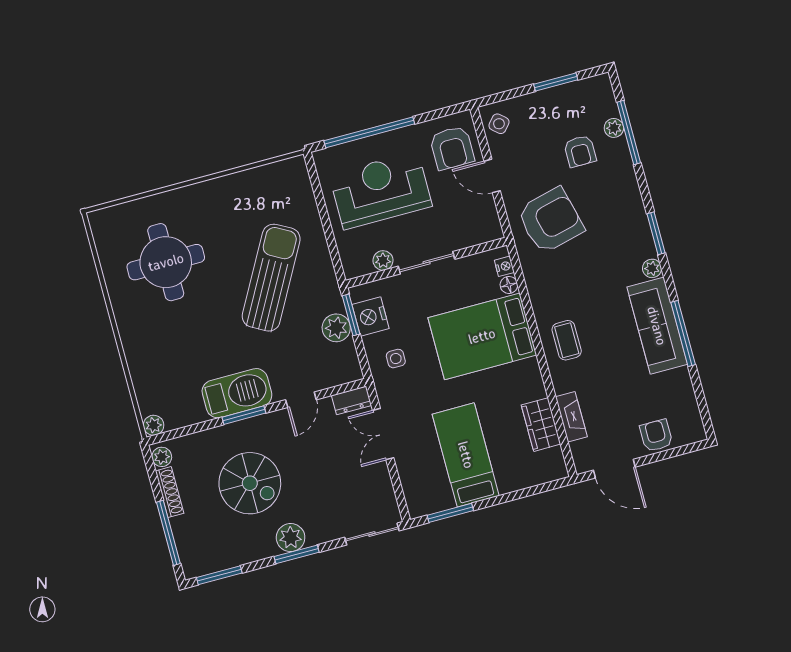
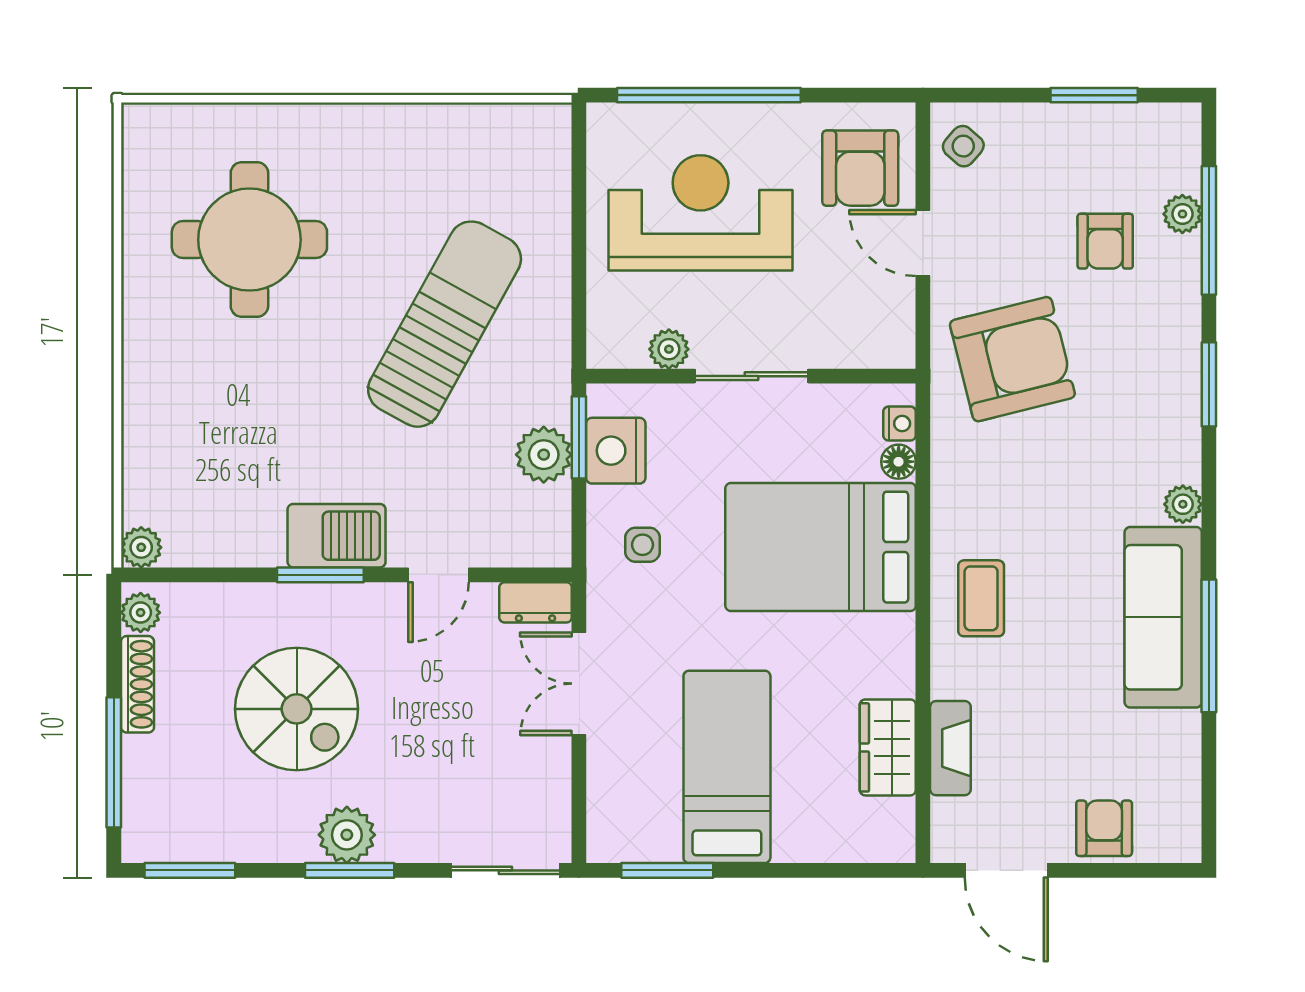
window: (656, 233) -> (1209, 384), moved
barbecue: (237, 393) -> (337, 536), width x0.73, depth x0.83

